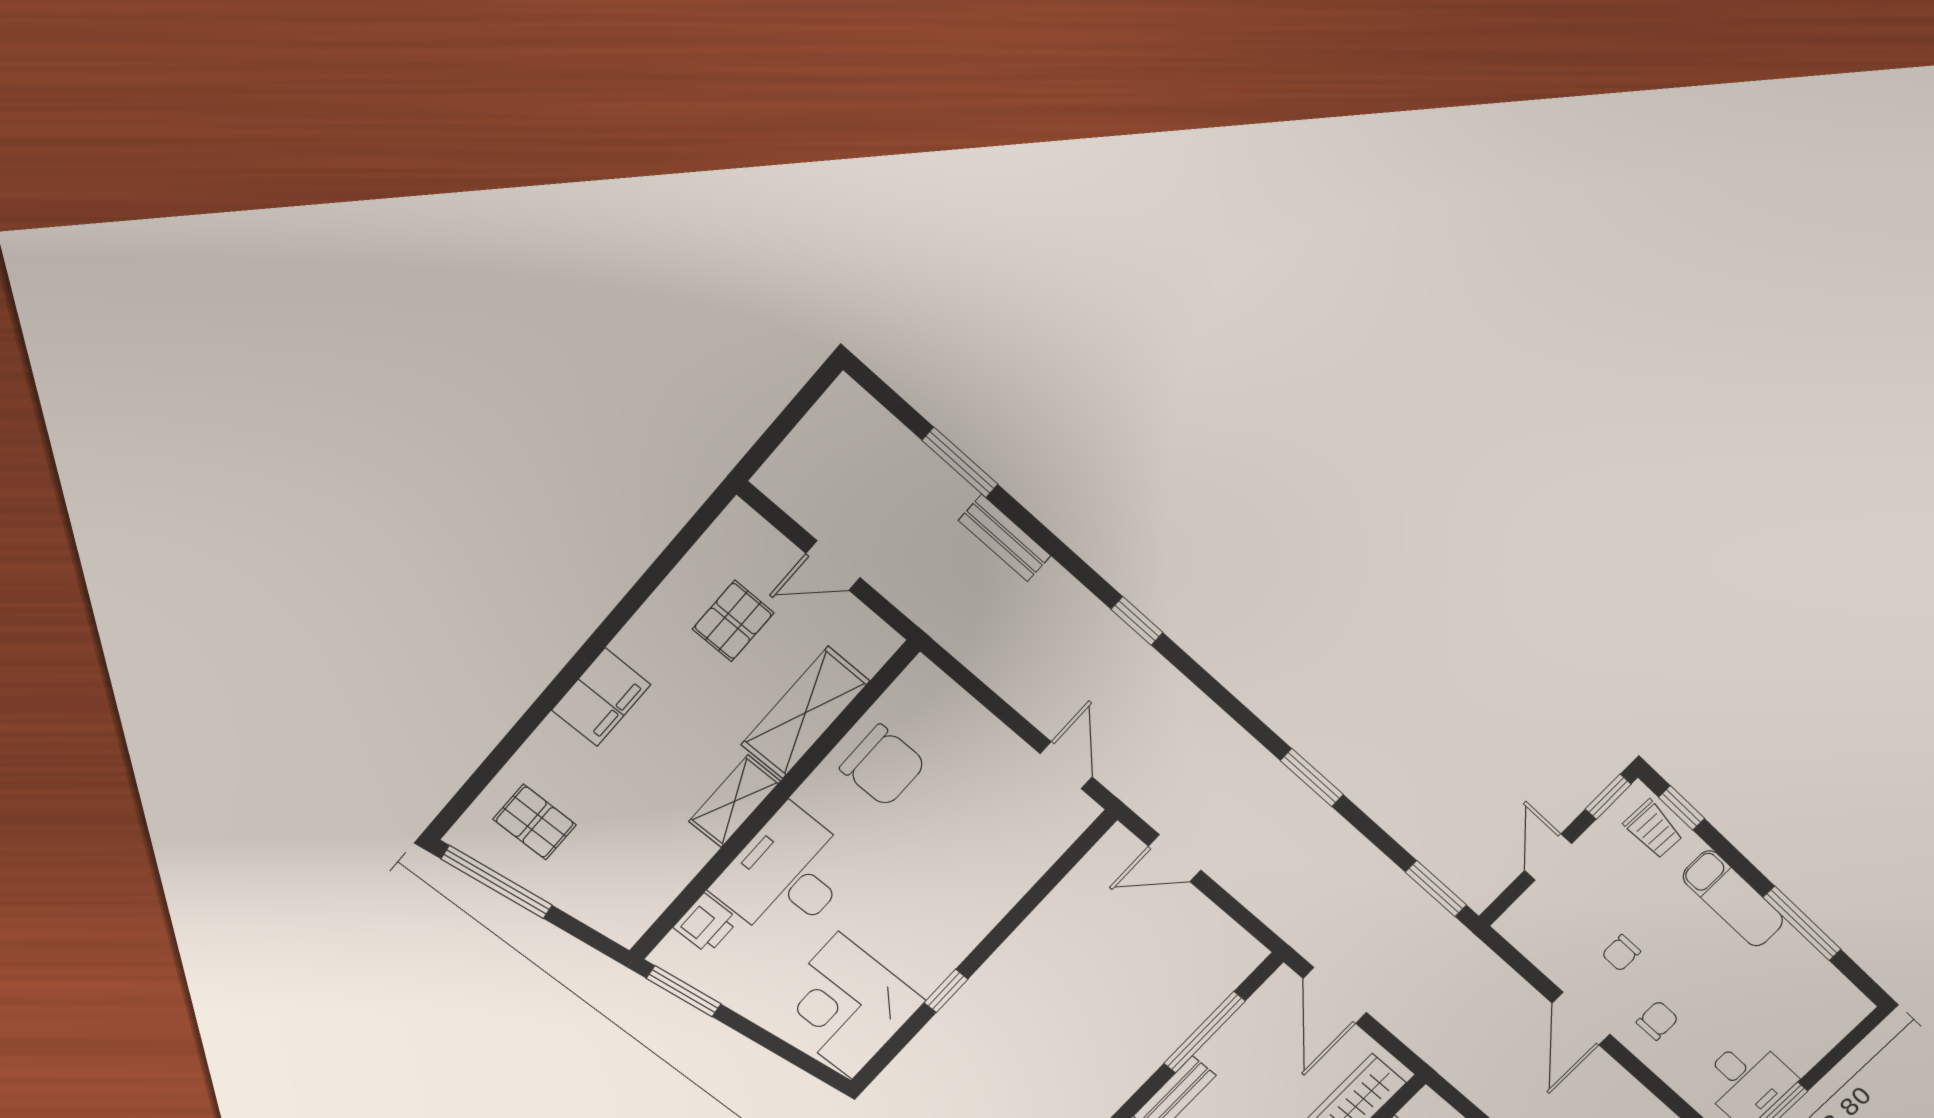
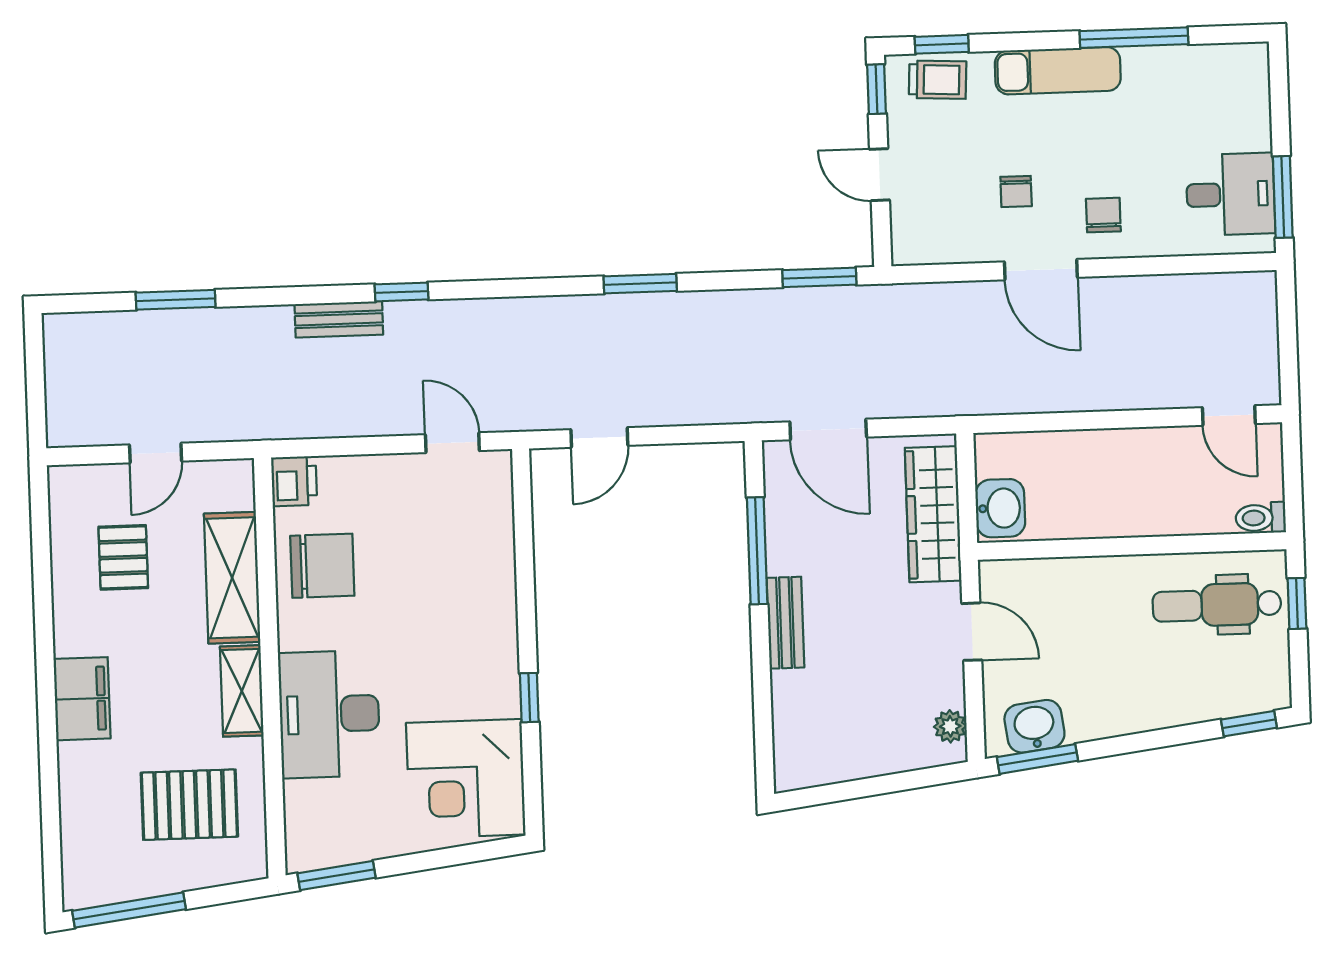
bench: (1005, 538) -> (339, 319), moved
pallet: (535, 822) -> (189, 805), moved, width x1.50, depth x1.42
printer: (706, 924) -> (294, 481), moved

